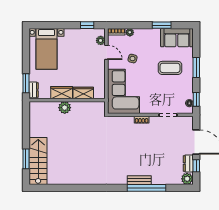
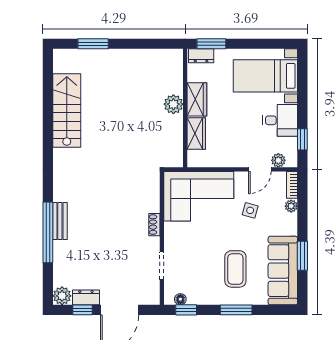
sofa: (177, 38) -> (283, 271), width x1.36
desk: (75, 39) -> (280, 120), added
stairs: (38, 161) -> (67, 110), moved, turned -90

